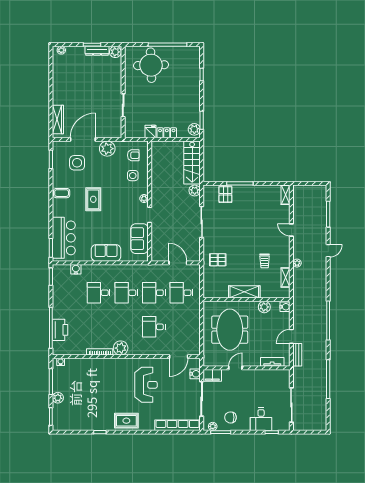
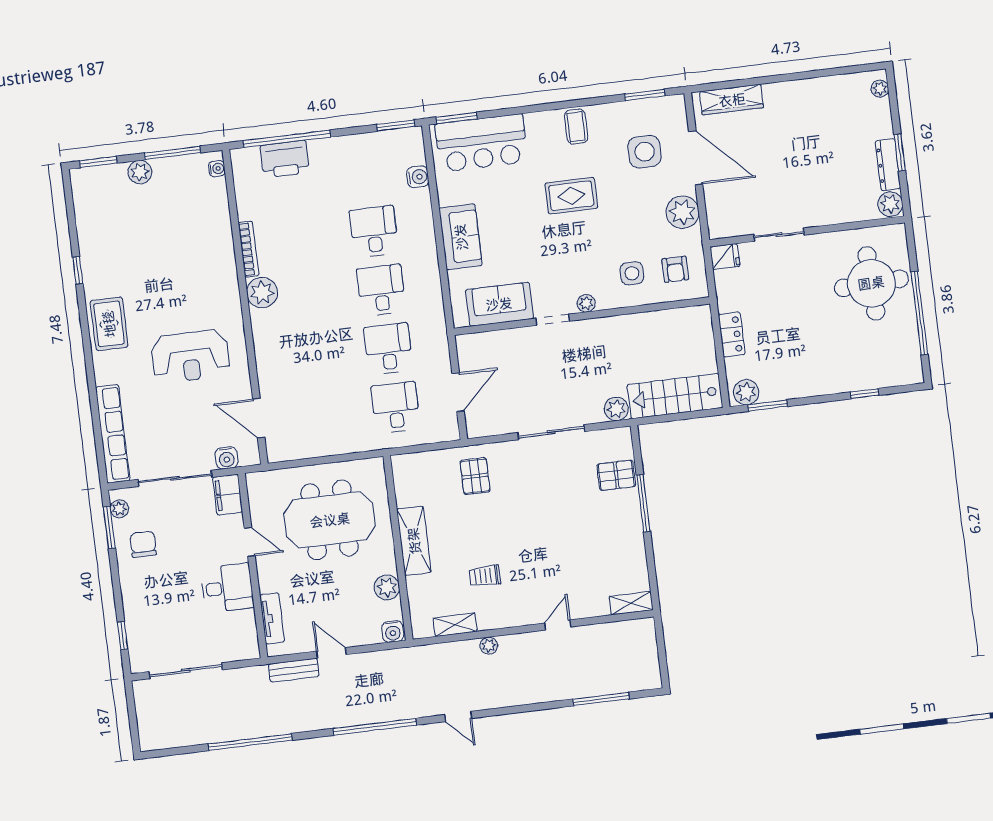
fridge: (150, 132) -> (725, 257), moved
door: (328, 251) -> (458, 717), moved
desk: (154, 327) -> (316, 358), removed
desk: (261, 419) -> (227, 588), moved, turned 180

